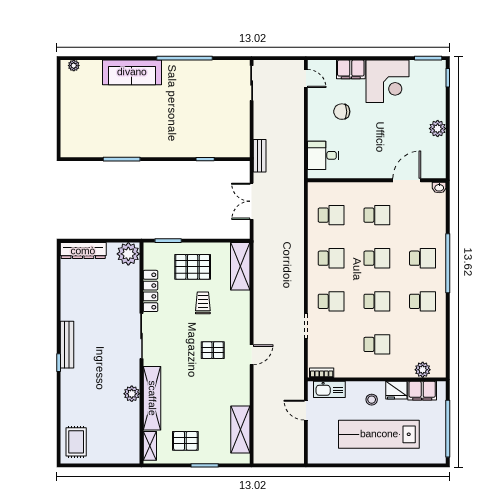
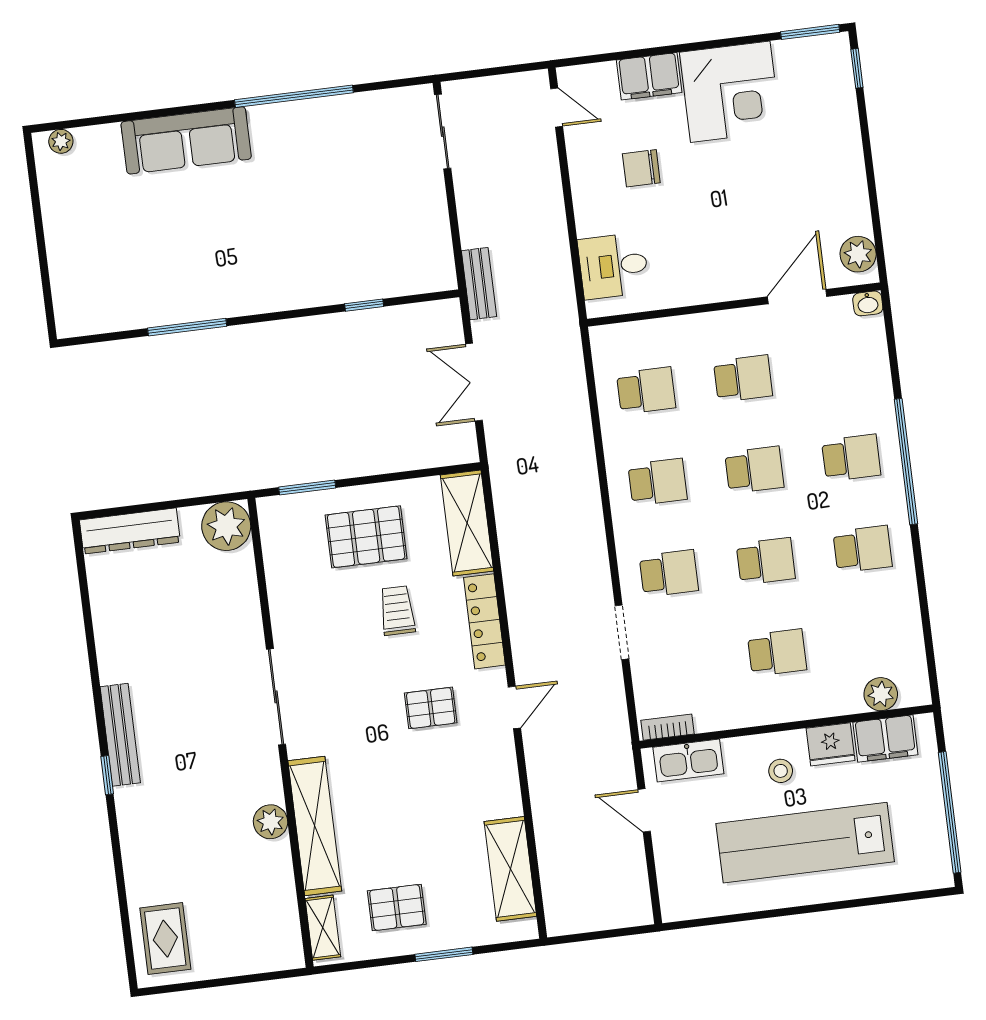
plant: (438, 129) -> (858, 254), moved
locker: (150, 291) -> (484, 621), moved, turned 180

